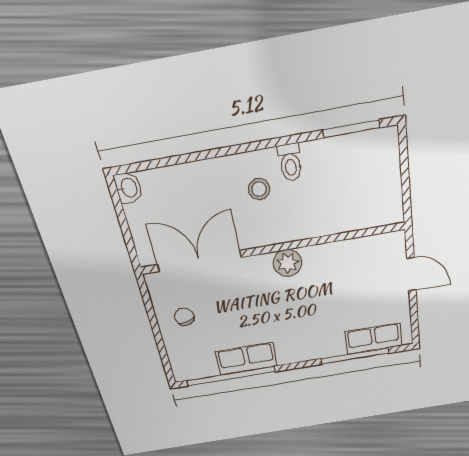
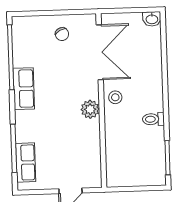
stool: (259, 189) -> (115, 97), moved
chair: (184, 317) -> (62, 34), turned 78
row of seats: (246, 359) -> (24, 89), moved

